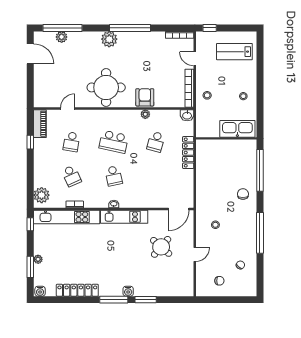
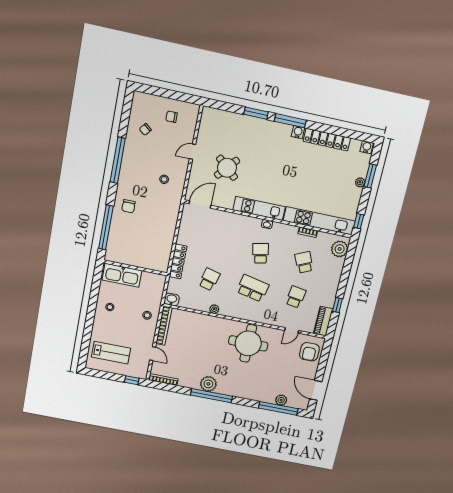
plant: (109, 39) -> (208, 384), moved
armchair: (145, 97) -> (309, 352), moved
water cooler: (128, 291) -> (298, 132), moved

